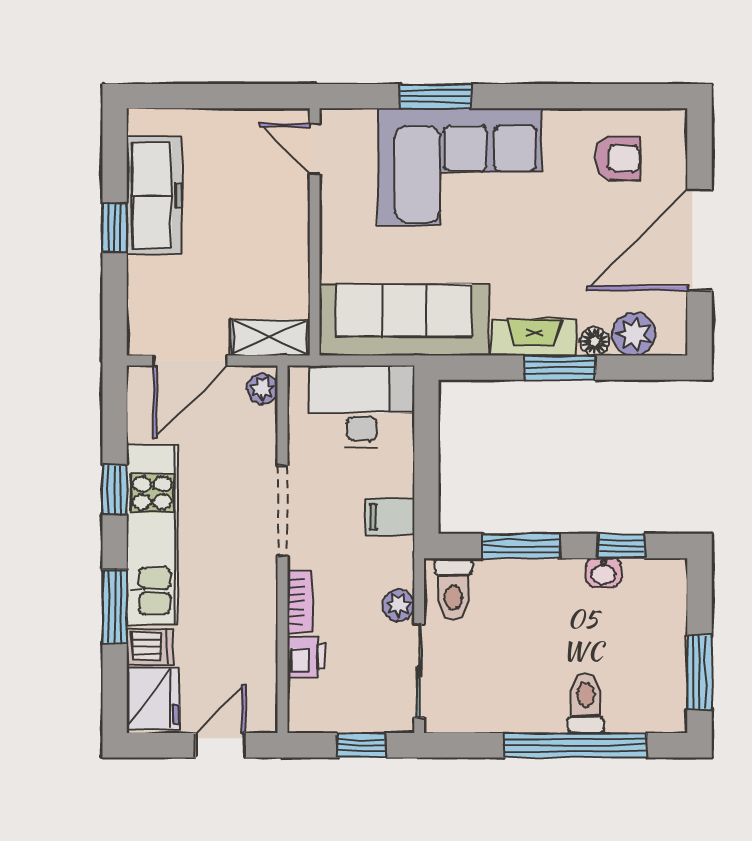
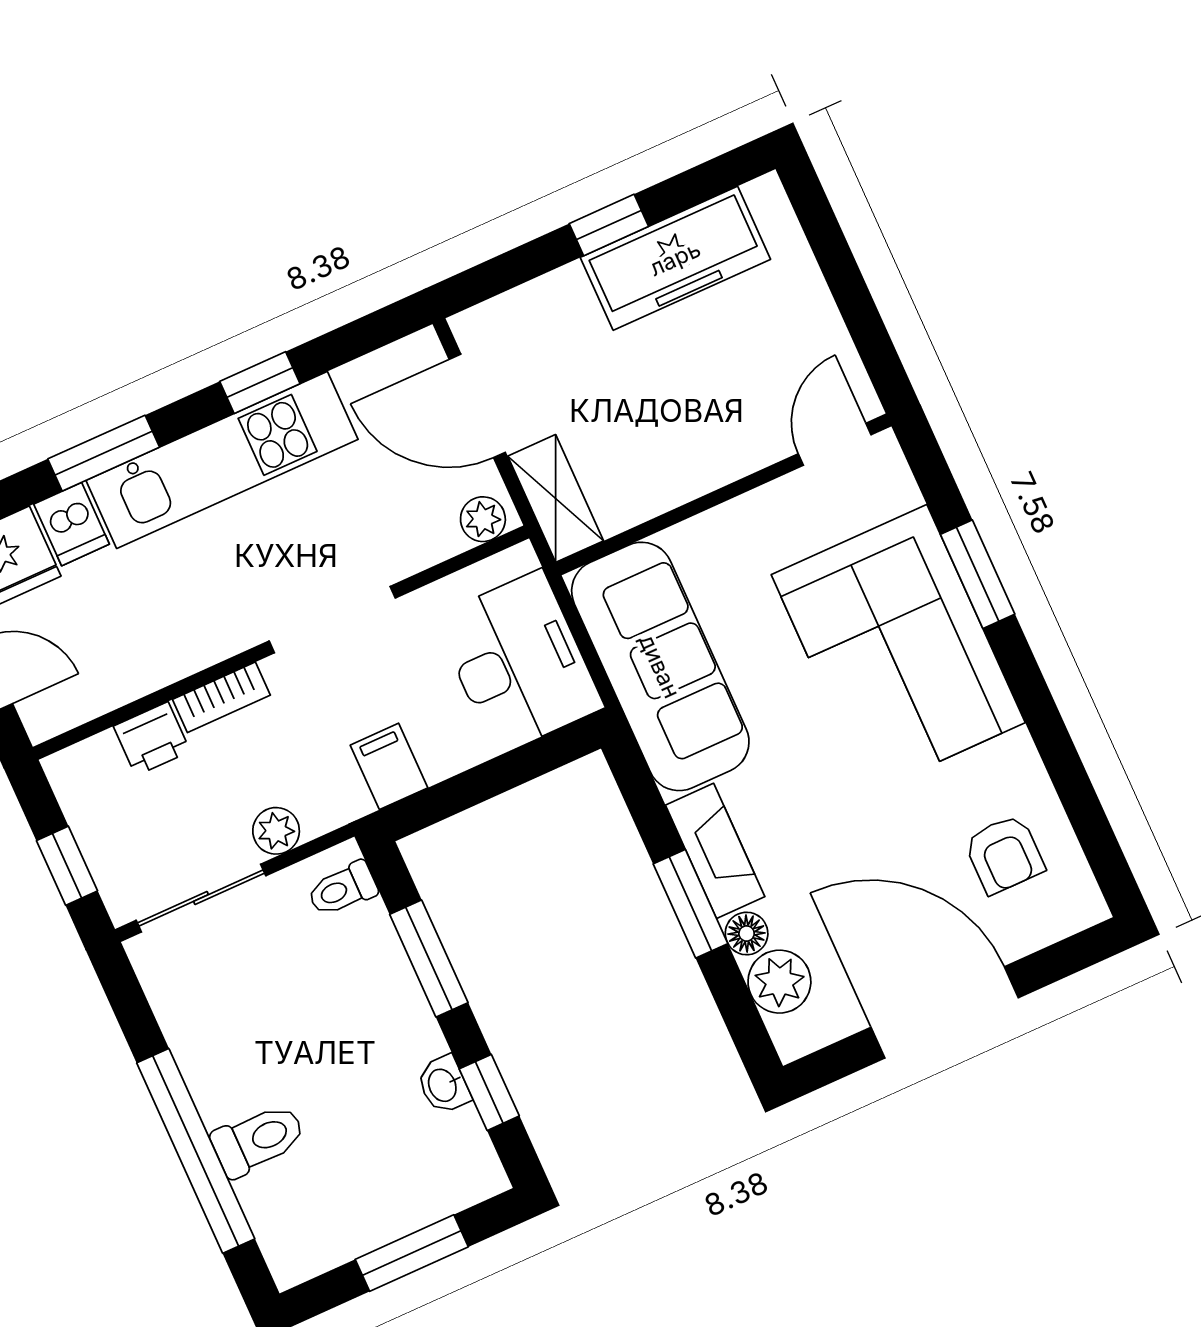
toilet: (453, 589) -> (342, 889), width x0.73, depth x0.72
window: (699, 672) -> (412, 1253), moved

